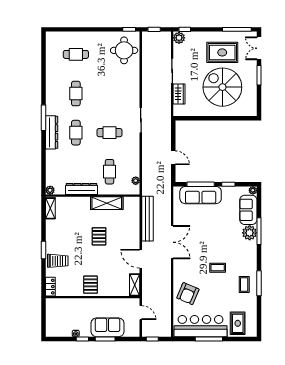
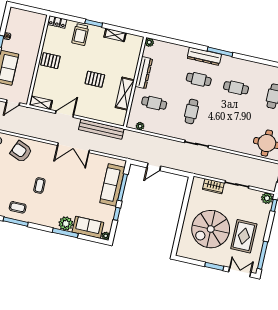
spiral stairs: (222, 87) -> (211, 229), turned 180
shelving: (50, 208) -> (115, 35), moved

